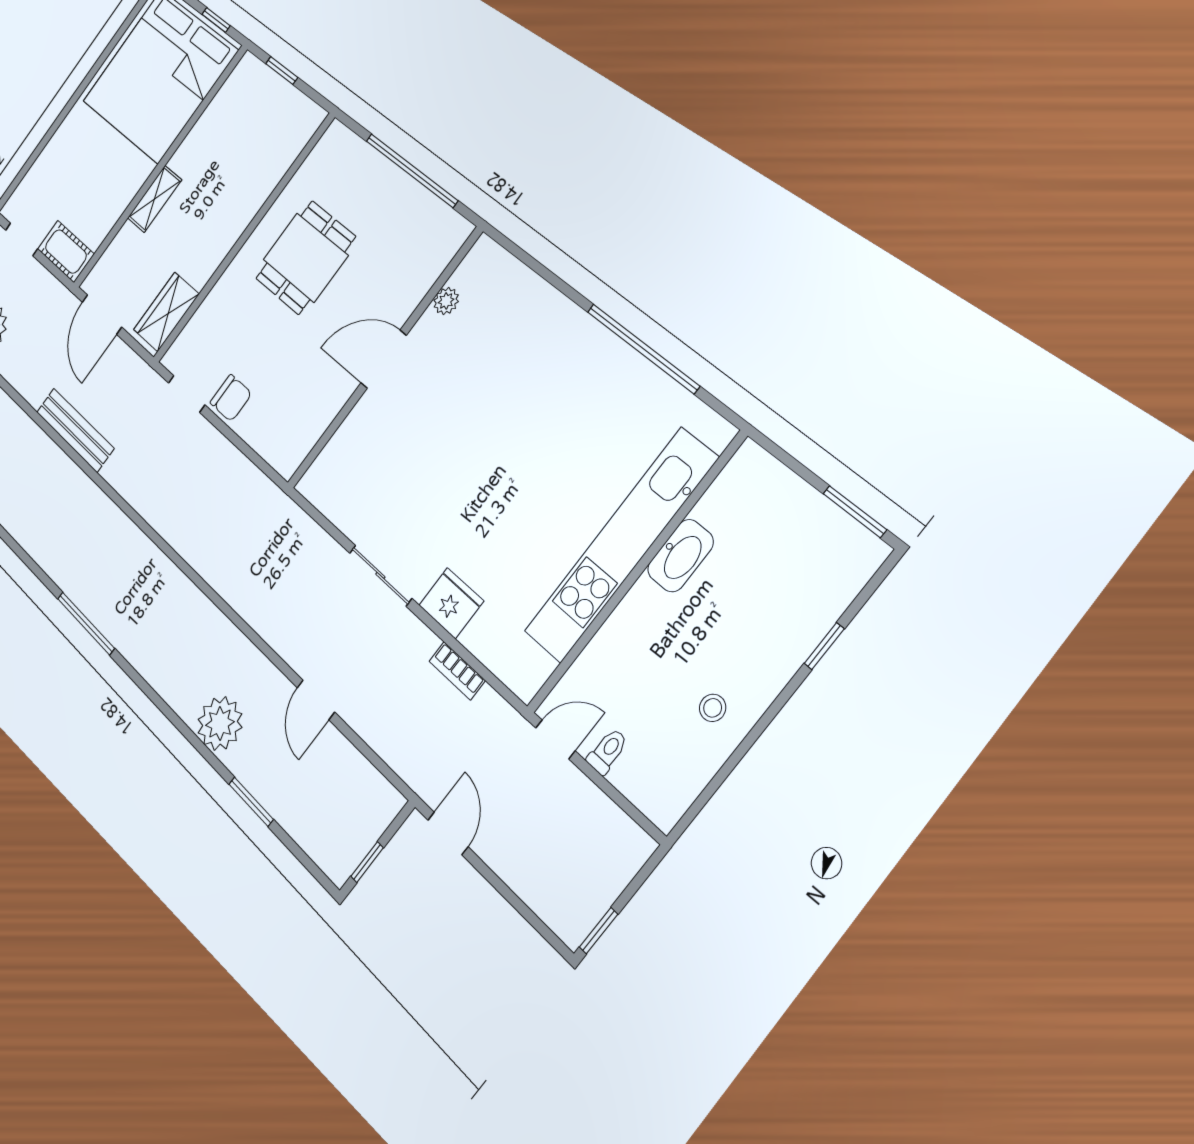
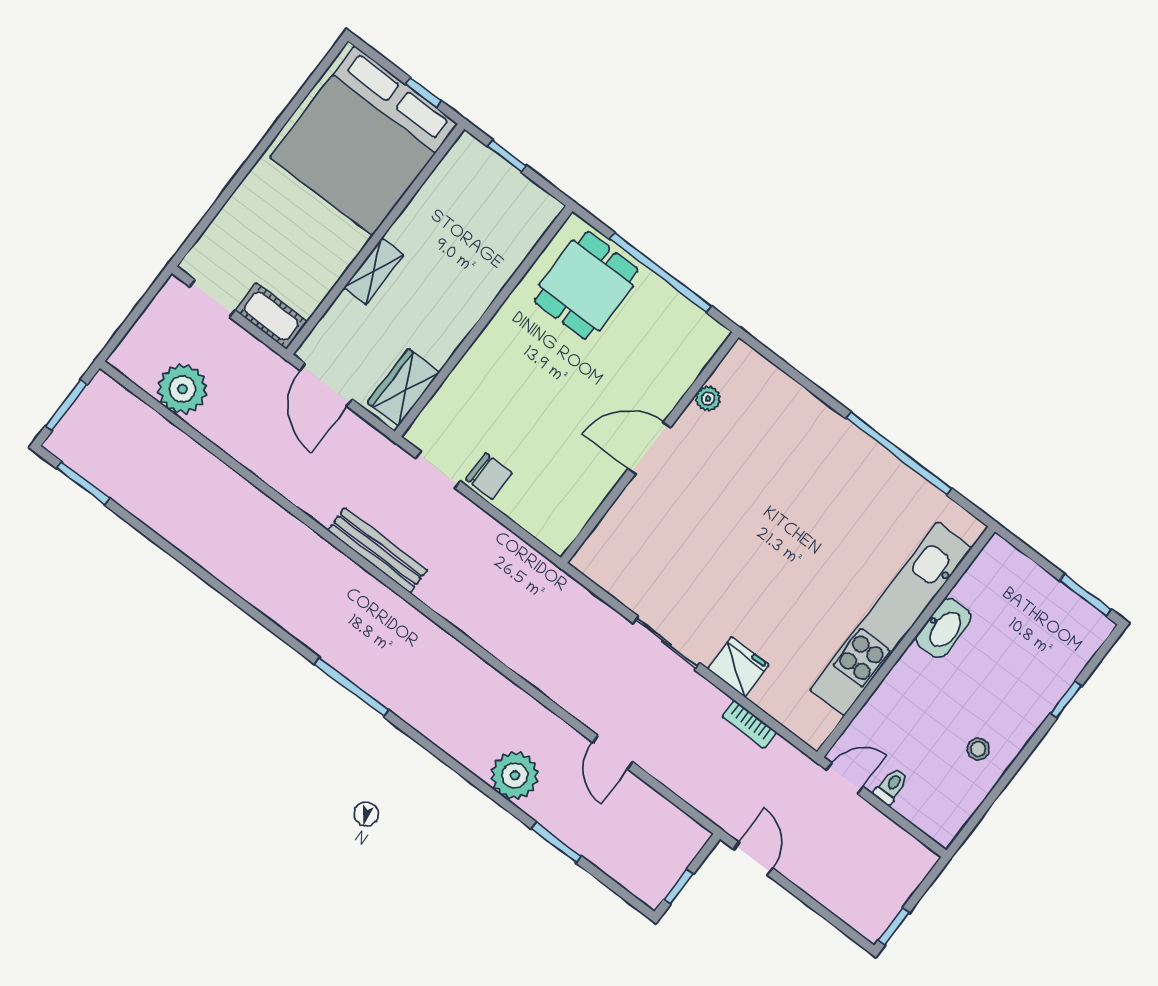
dining table: (305, 258) -> (586, 285), moved
bench: (75, 430) -> (377, 550), moved

